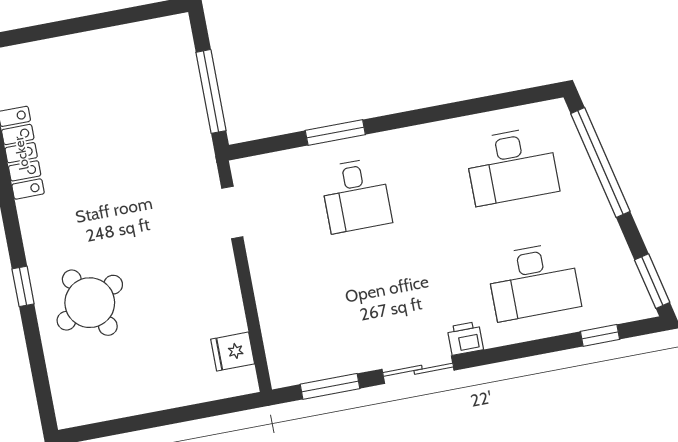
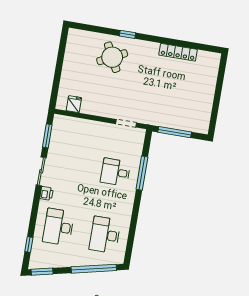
window: (335, 133) -> (142, 173), width x1.44

